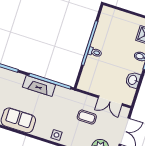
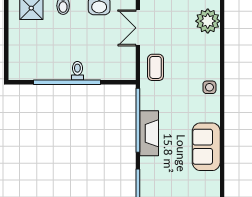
double door: (110, 101) -> (138, 28), swing flipped
coffee table: (87, 117) -> (156, 67), moved

